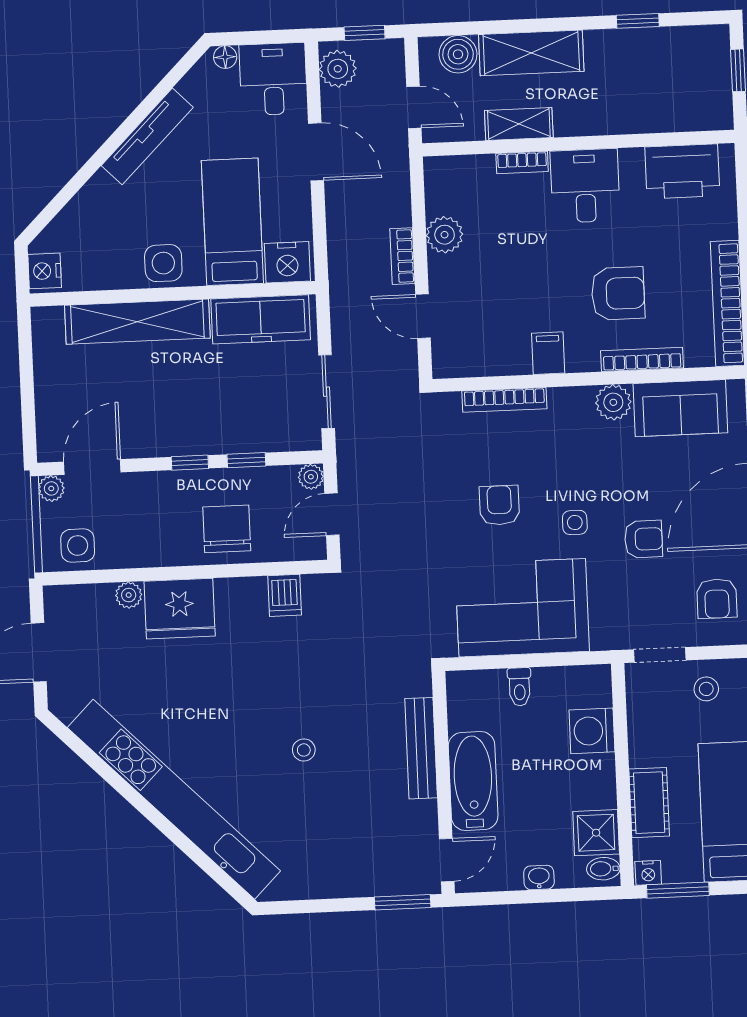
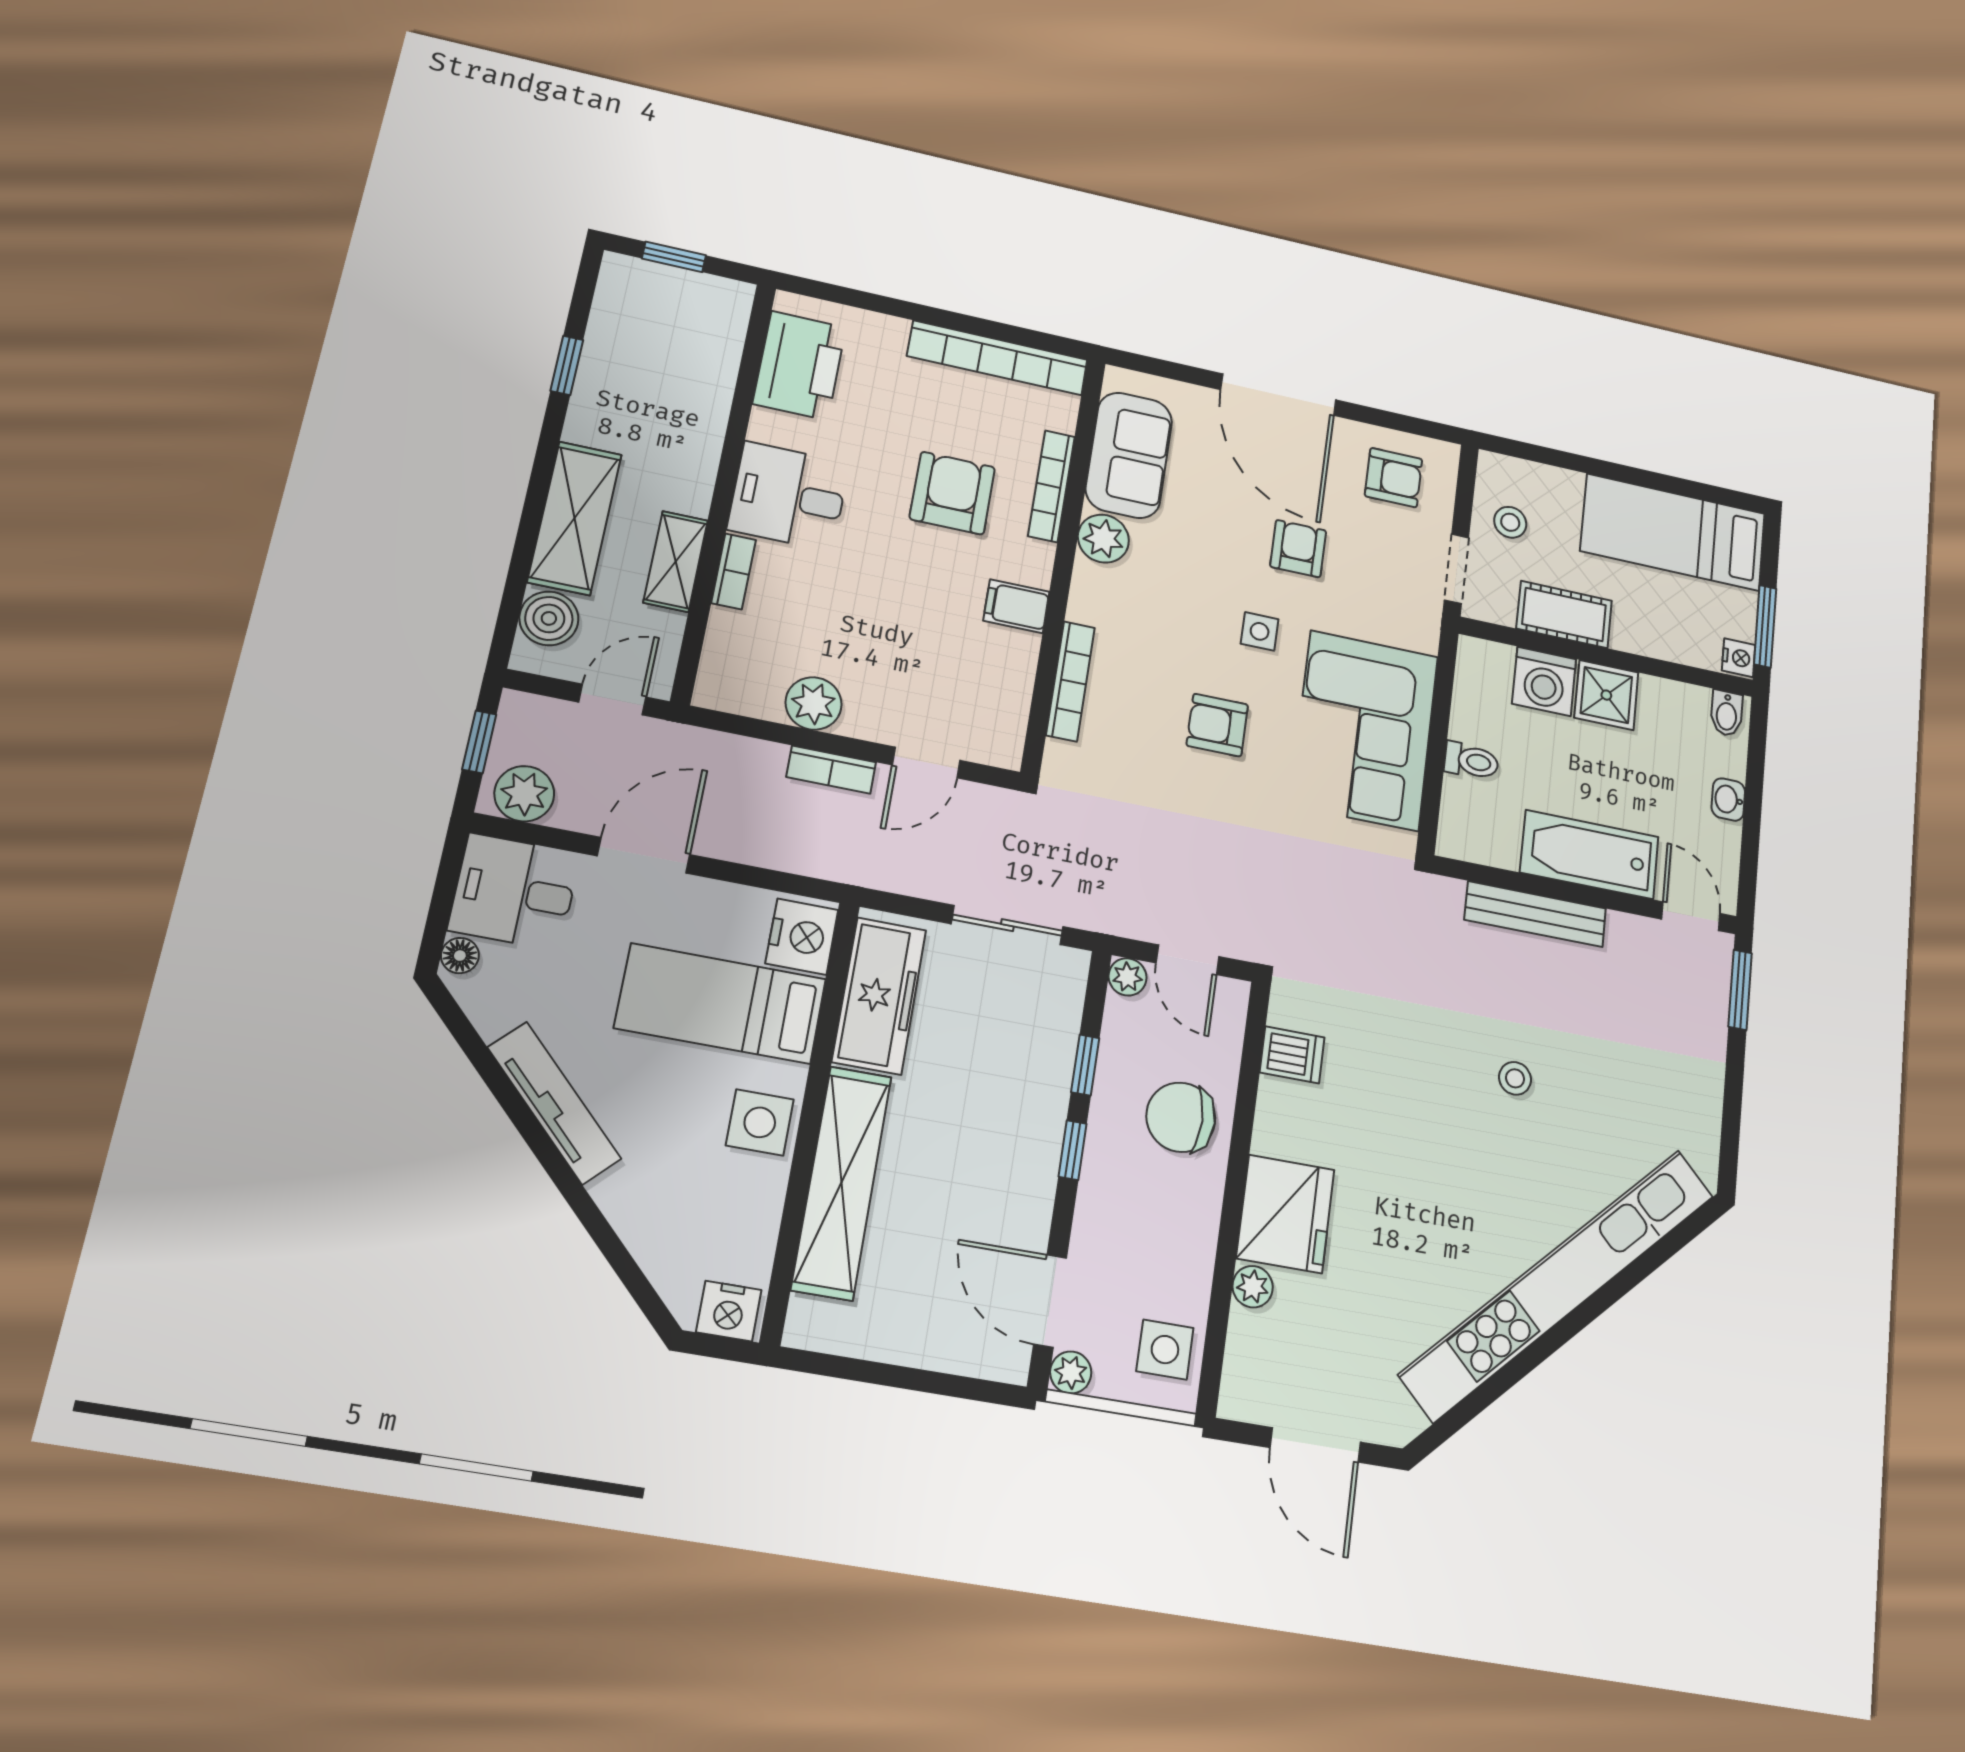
cot: (649, 803) -> (1564, 614), moved
shower: (596, 833) -> (1606, 695), moved

